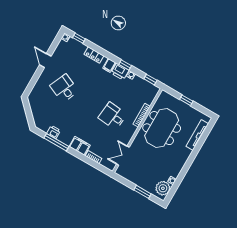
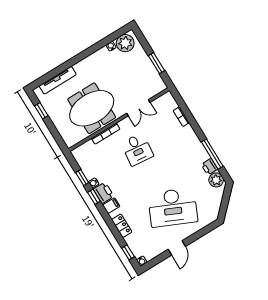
window: (150, 80) -> (82, 178), moved
desk: (64, 88) -> (173, 207), width x1.87, depth x1.30
window: (186, 100) -> (41, 111), moved
plant: (44, 125) -> (216, 180), added
filing cabinet: (80, 146) -> (190, 137), removed
double door: (123, 156) -> (138, 108), moved
window: (143, 192) -> (157, 63), moved

